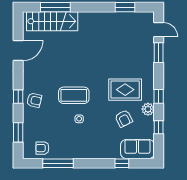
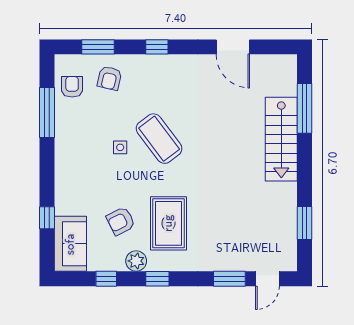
stairs: (52, 21) -> (281, 139), moved
coffee table: (74, 95) -> (159, 139), turned -37
armchair: (34, 100) -> (110, 78), moved

